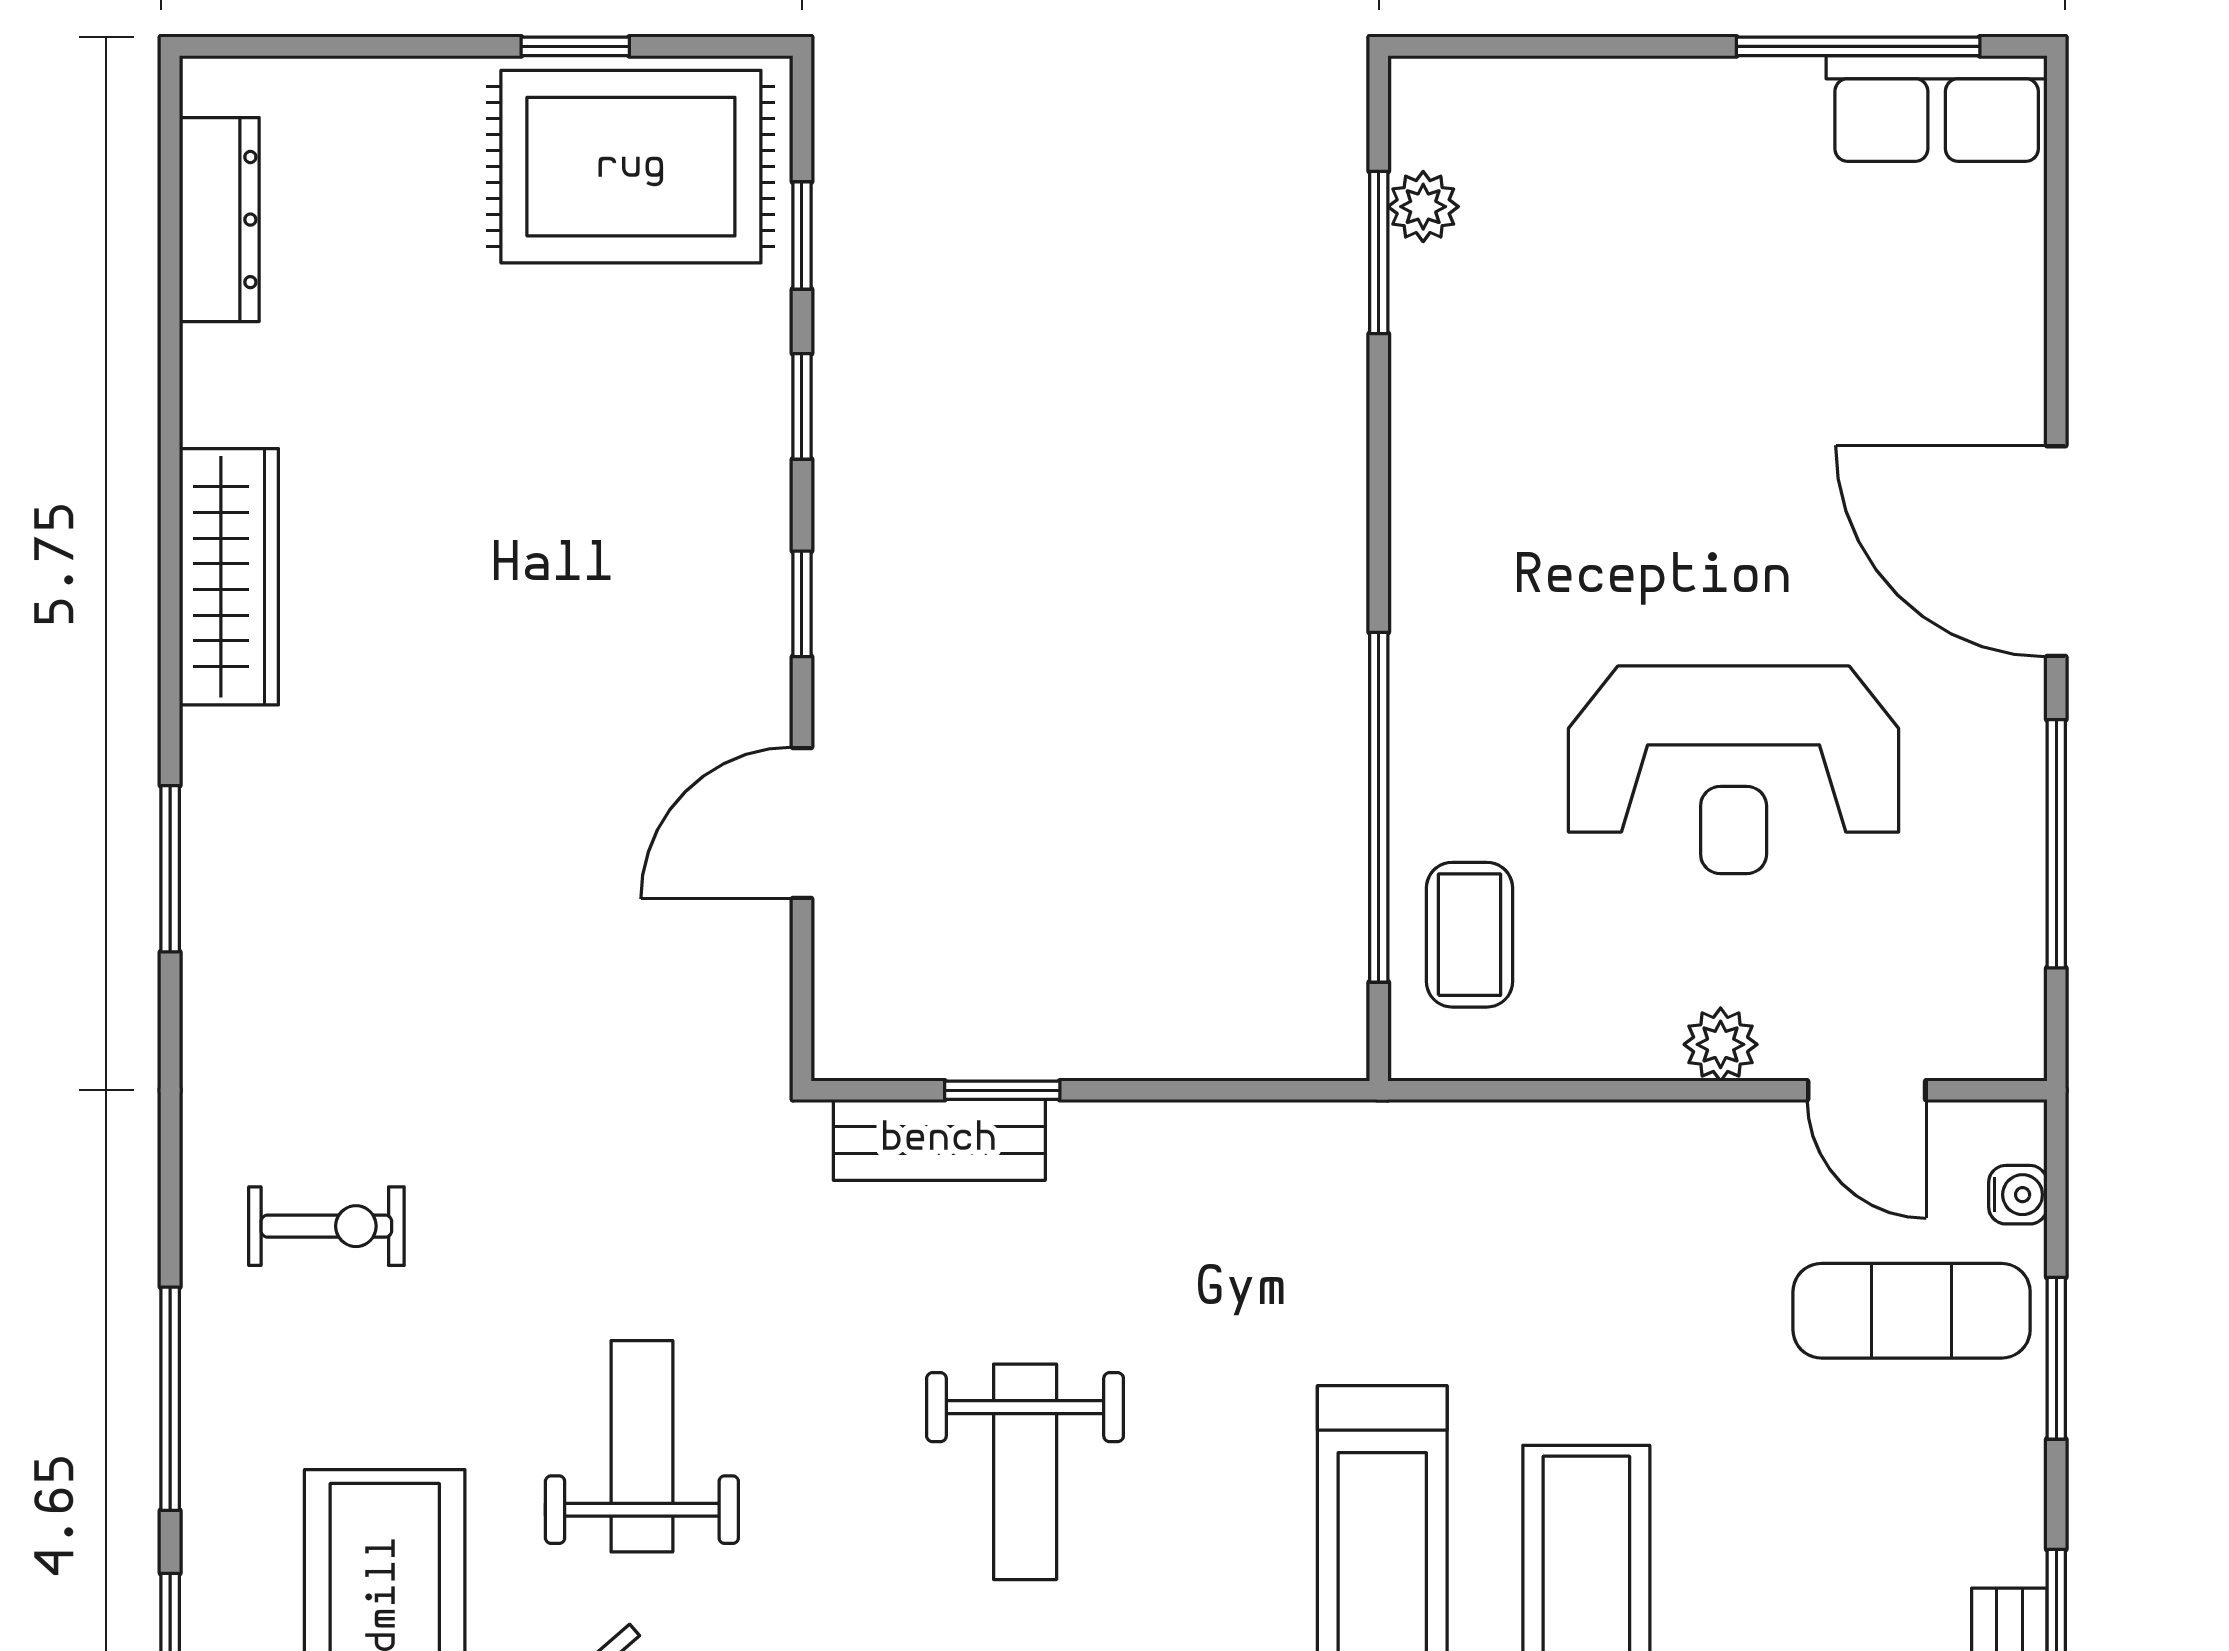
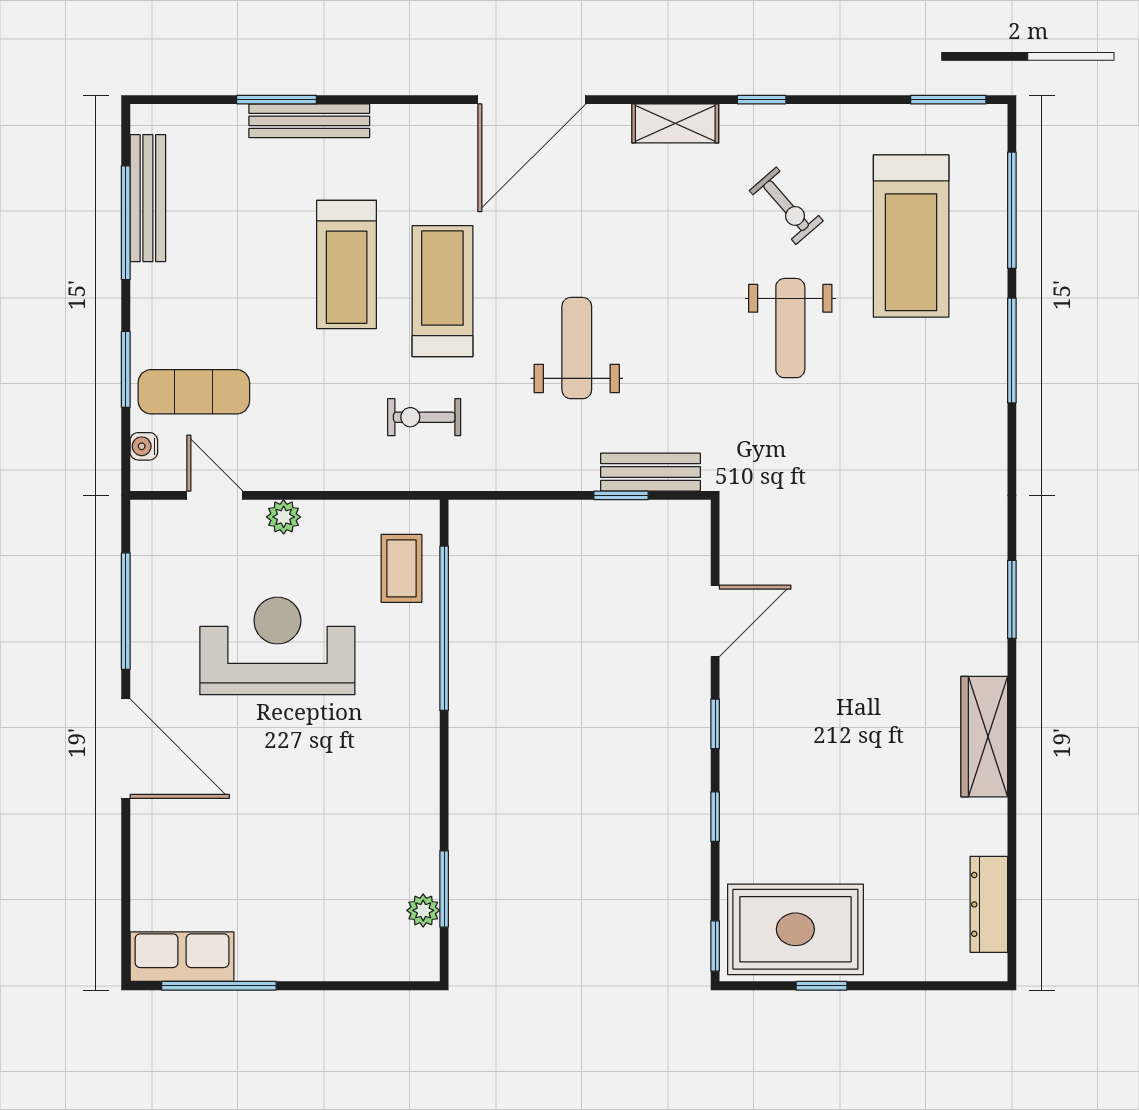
window: (802, 235) -> (715, 946), moved
exercise bike: (326, 1226) -> (424, 417), moved
weight bench: (1025, 1472) -> (577, 348), moved

